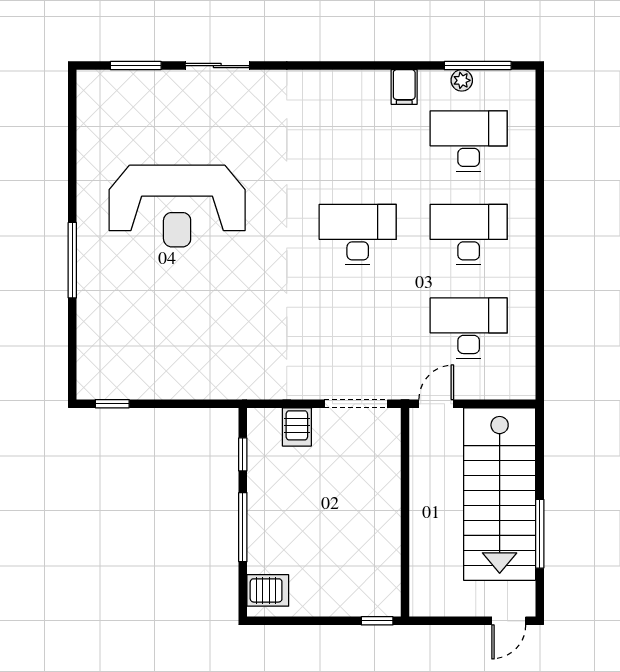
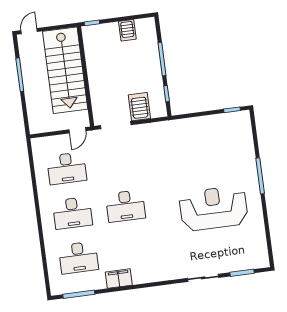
plant: (462, 80) -> (86, 286), removed
filing cabinet: (404, 87) -> (119, 279), width x2.00
server rack: (297, 427) -> (139, 107), width x1.36, depth x1.44
stairs: (500, 494) -> (65, 70), moved, turned 180
server rack: (268, 590) -> (127, 30), moved, turned -90

